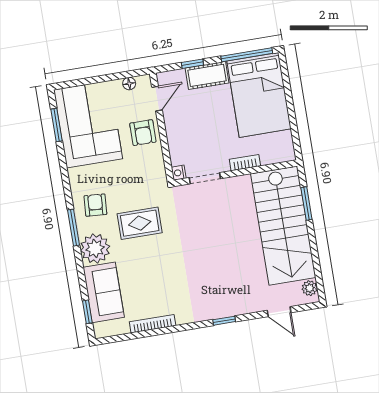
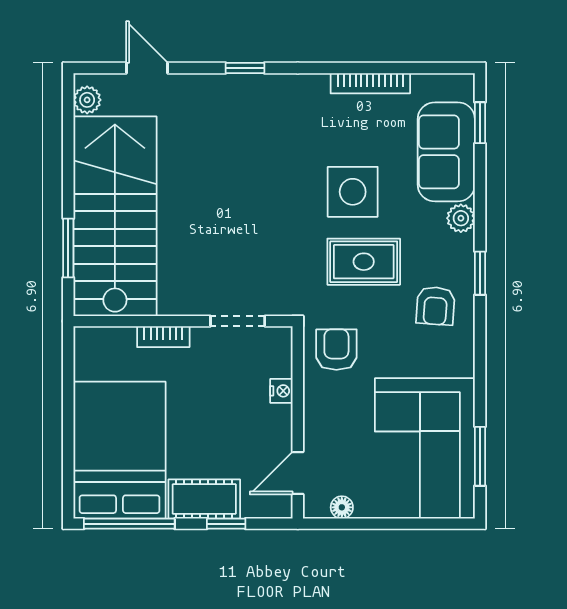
armchair: (143, 133) -> (336, 350), moved
nightstand: (179, 173) -> (281, 391), moved
window: (73, 228) -> (480, 273), width x0.67
plant: (95, 248) -> (461, 218), width x0.53, depth x0.53
side table: (152, 261) -> (353, 192), added

